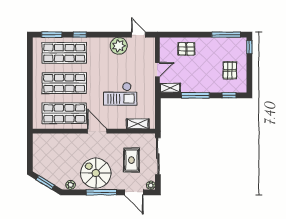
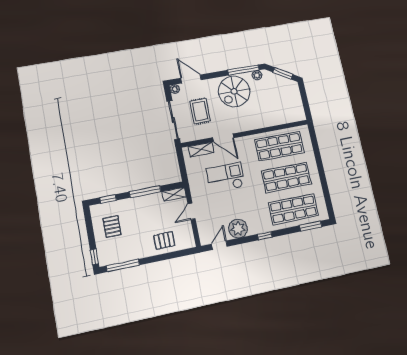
window: (80, 35) -> (265, 236), moved
door: (138, 35) -> (219, 245), swing flipped
door: (97, 131) -> (223, 138), moved
spiral stairs: (96, 173) -> (234, 91), turned 90
window: (101, 192) -> (243, 70), moved

